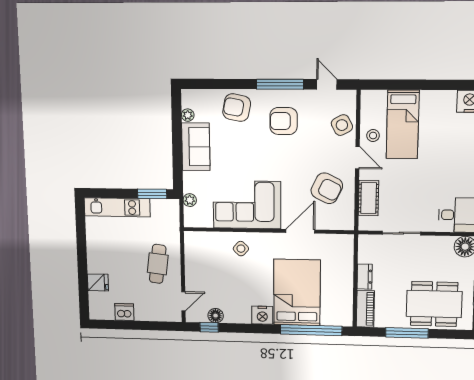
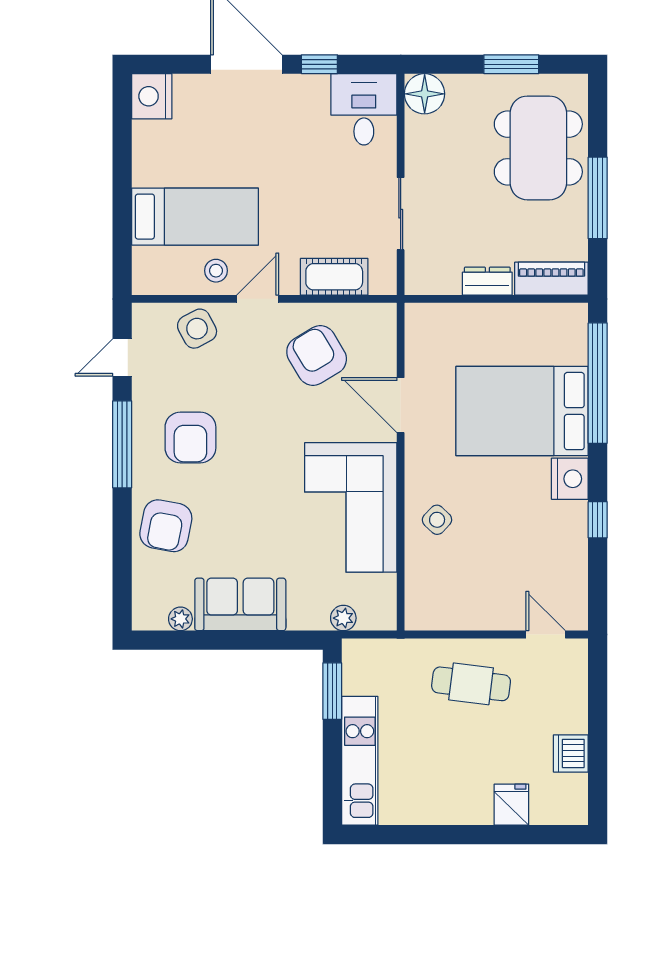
armchair: (327, 188) -> (317, 356), turned -57
floor lamp: (216, 316) -> (573, 571), removed
window: (209, 327) -> (598, 520), moved

